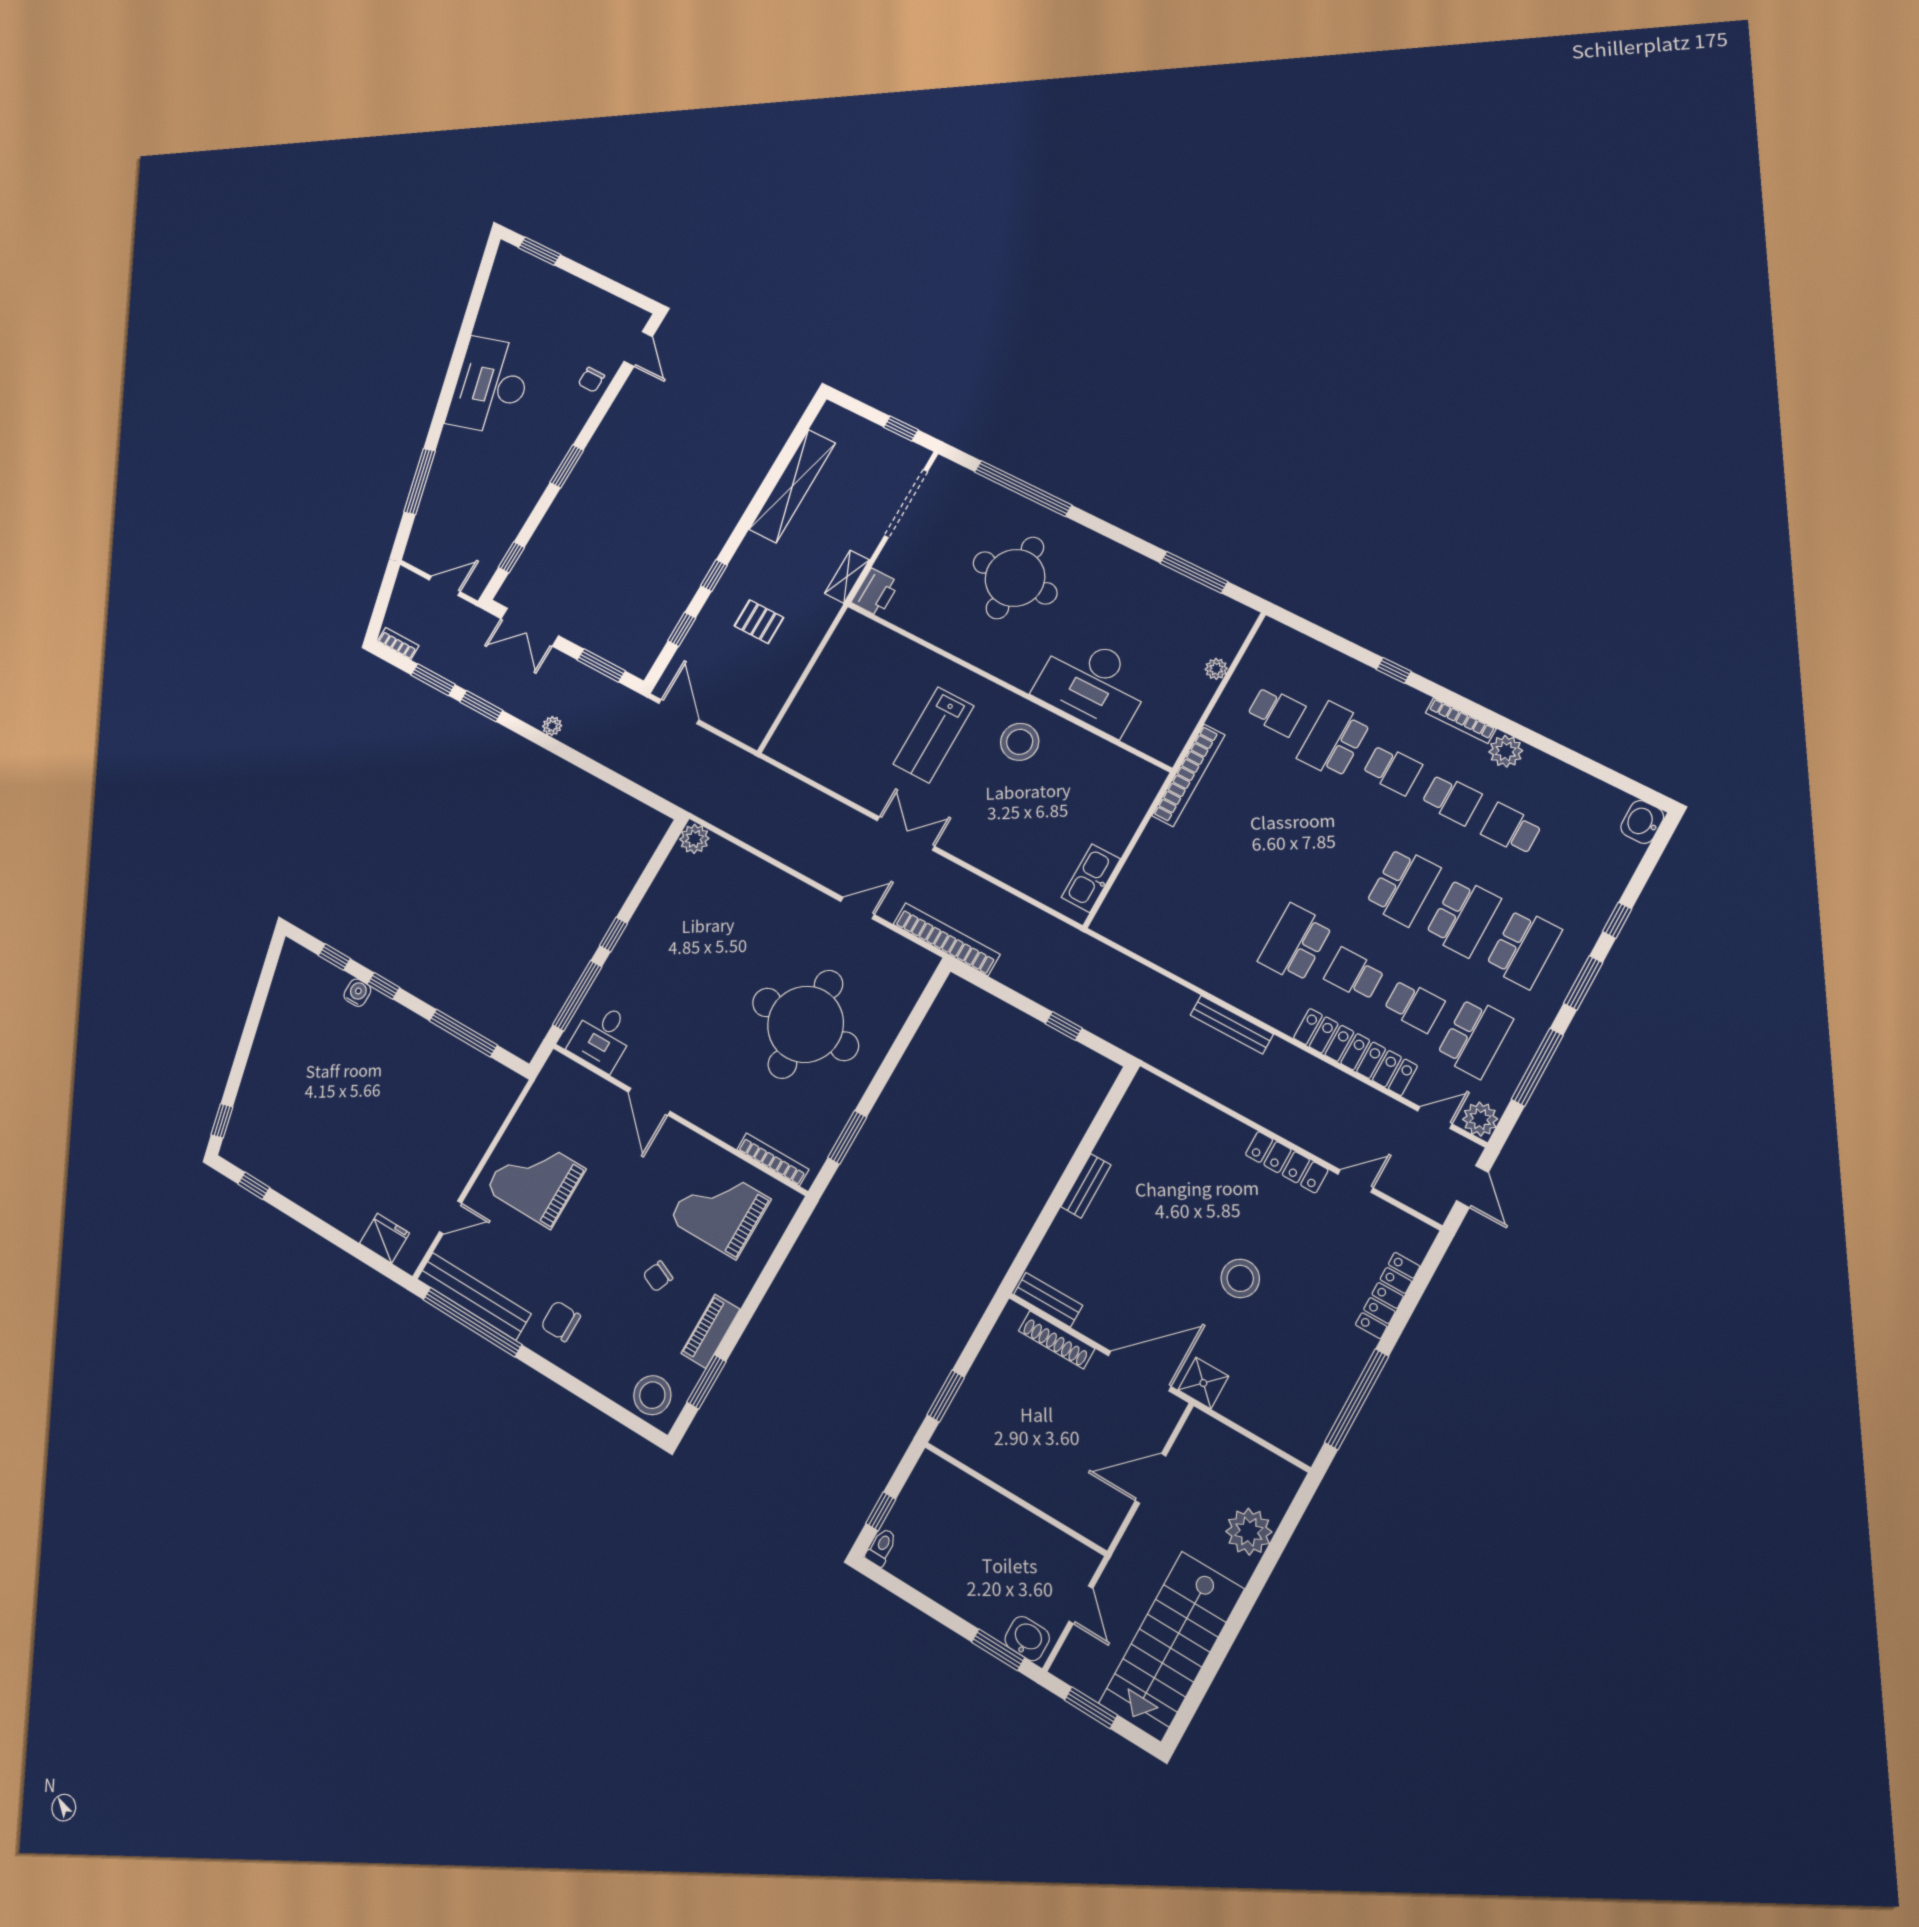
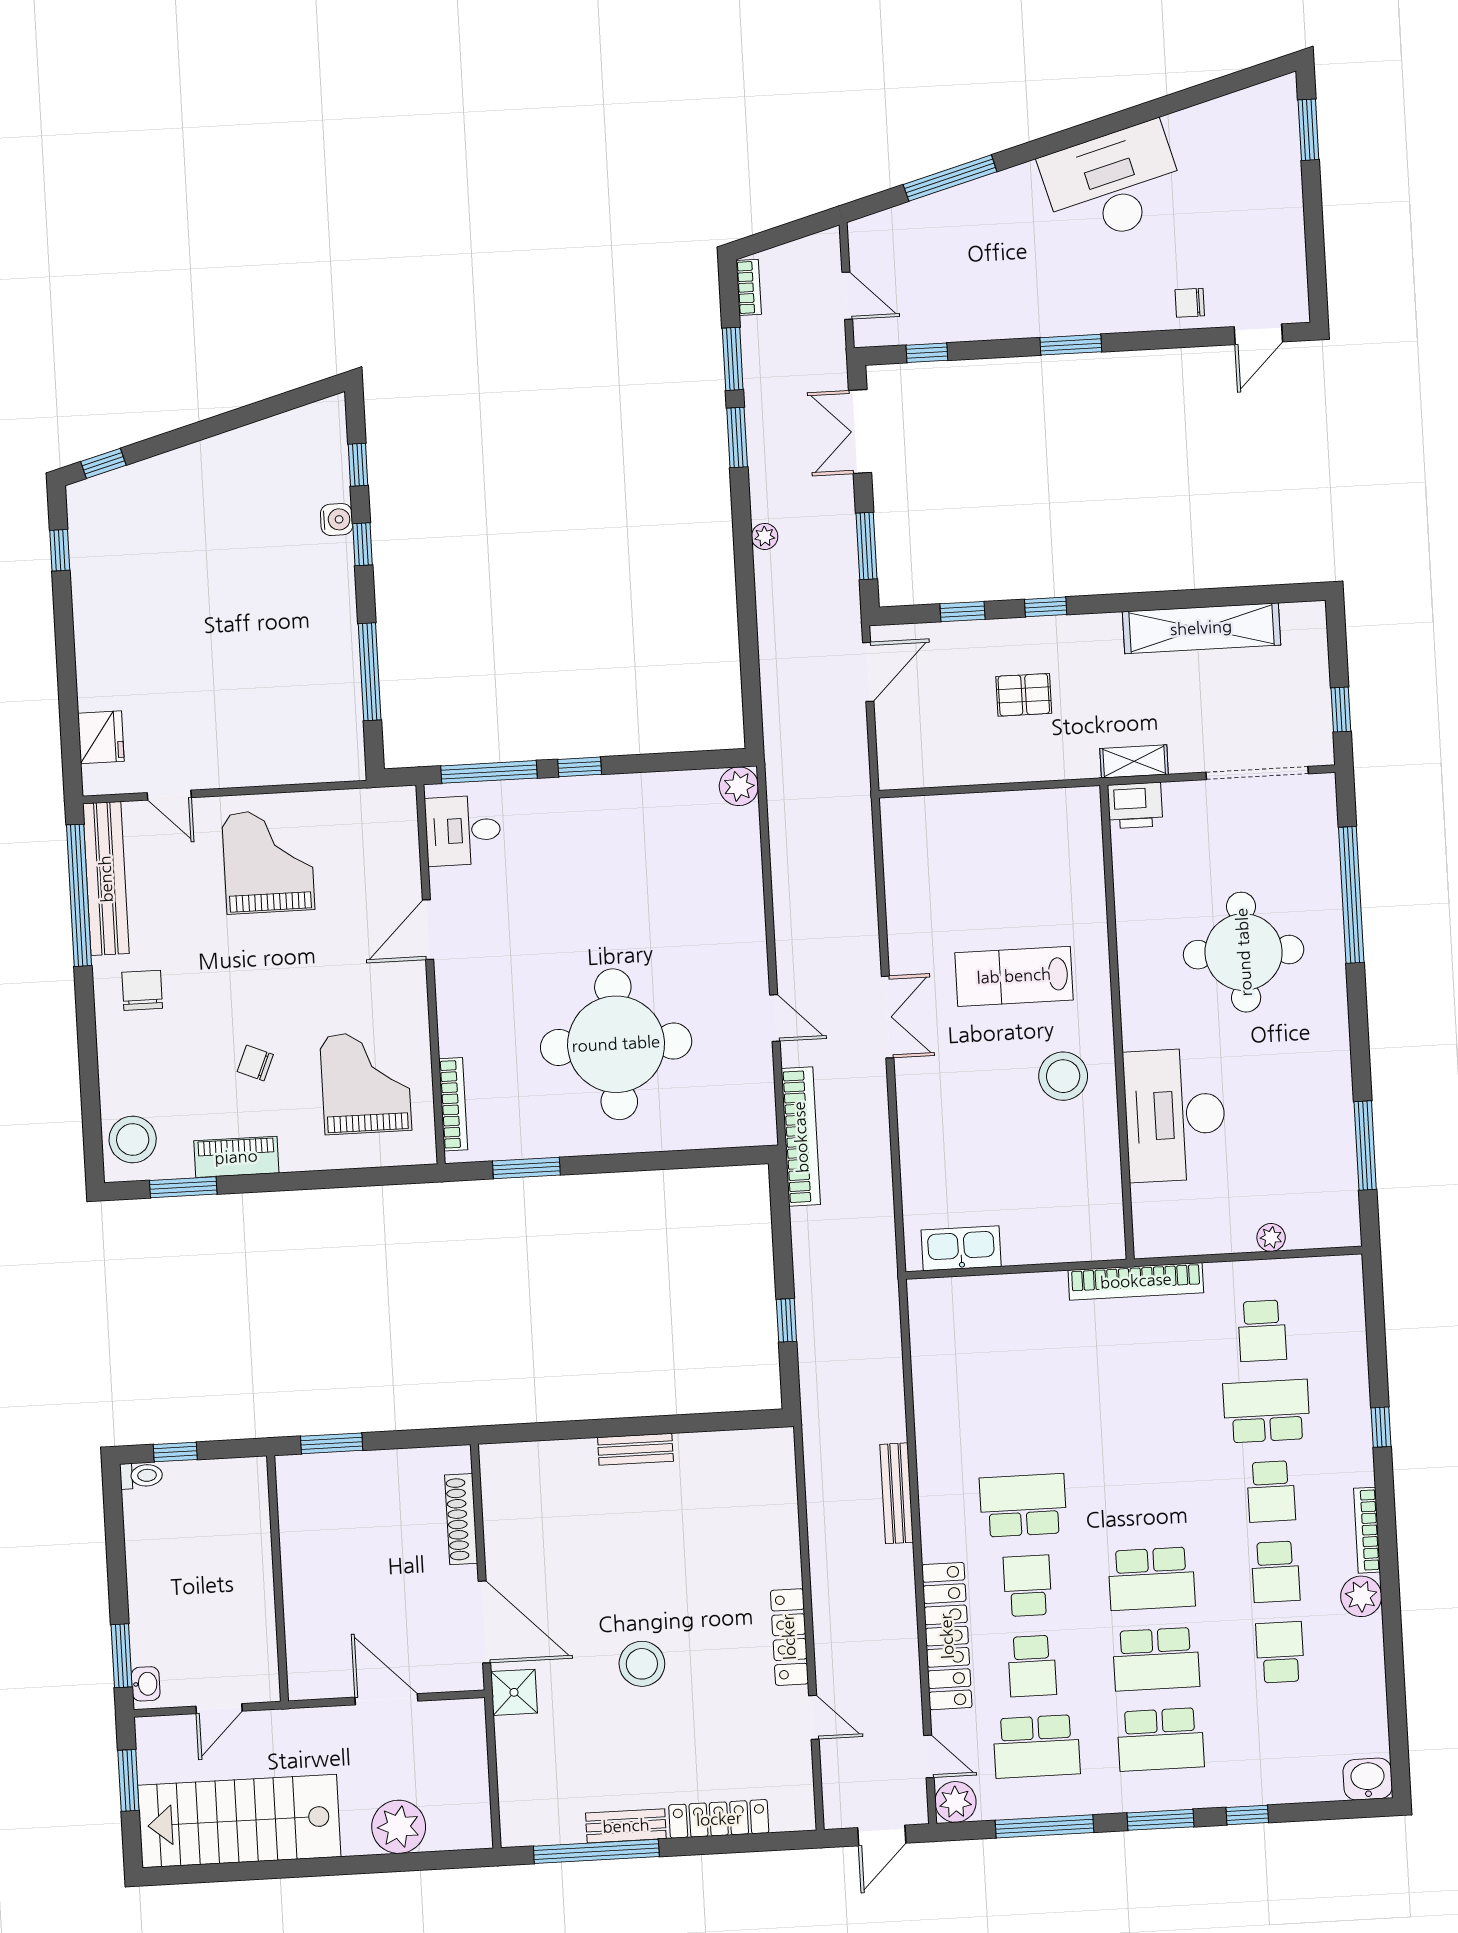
pallet: (759, 622) -> (1024, 695), turned 90
bench: (1048, 1300) -> (626, 1826), moved, turned 90
washbasin: (1027, 1639) -> (146, 1684), width x0.72, depth x0.69

